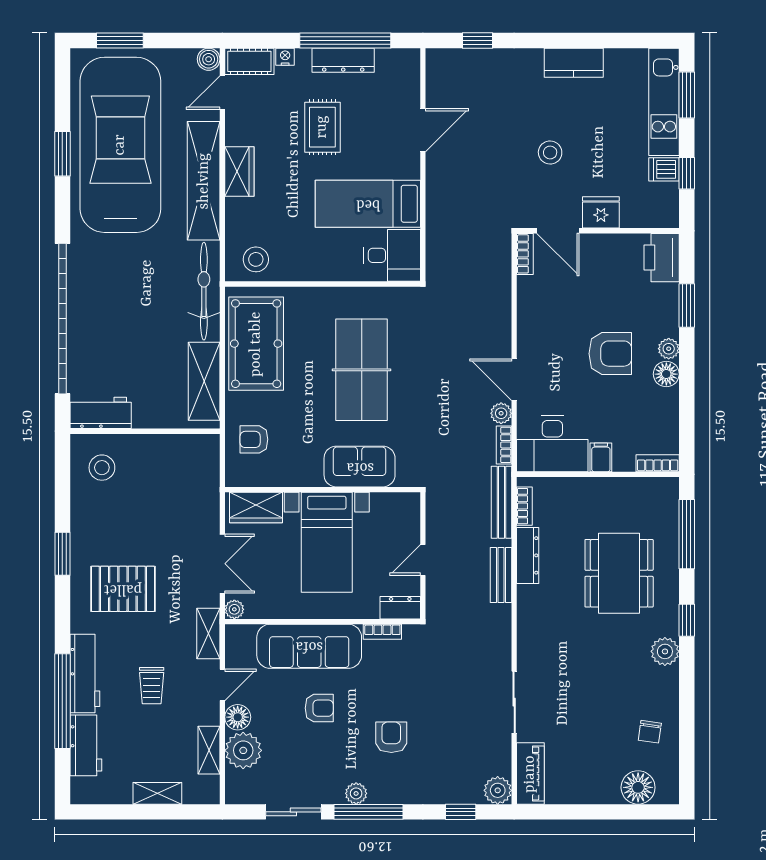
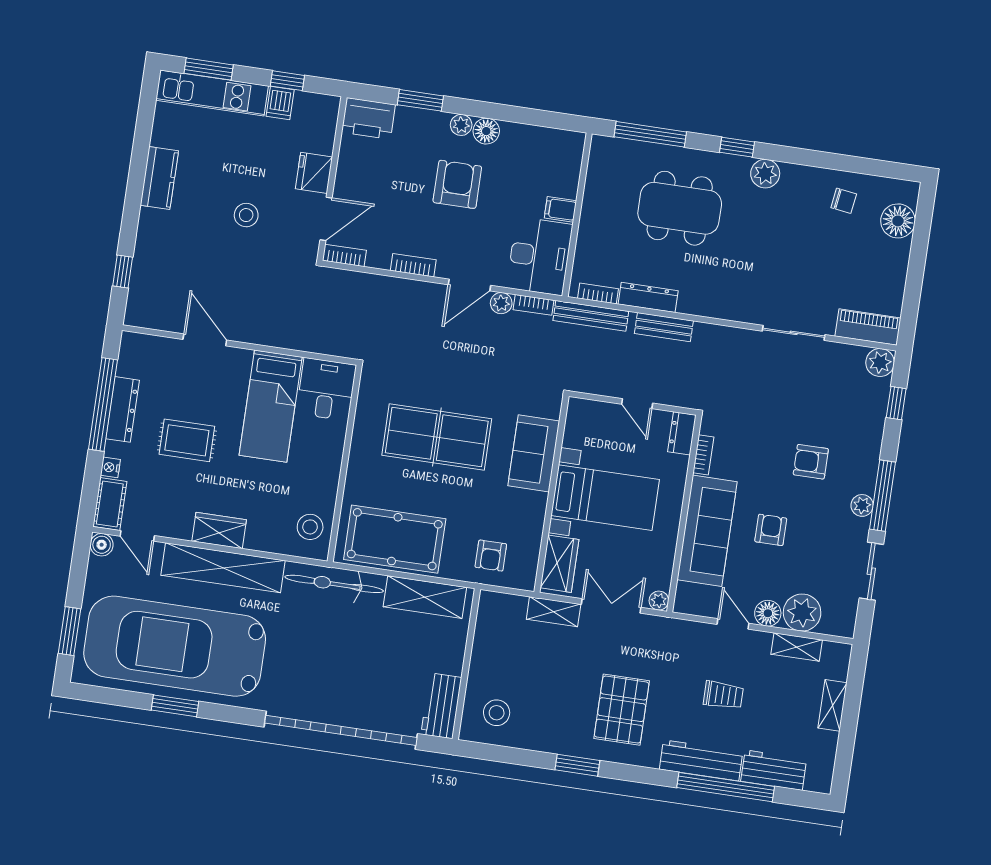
bookcase: (658, 463) -> (413, 265), moved, turned 90
shelving: (208, 634) -> (554, 612), moved

